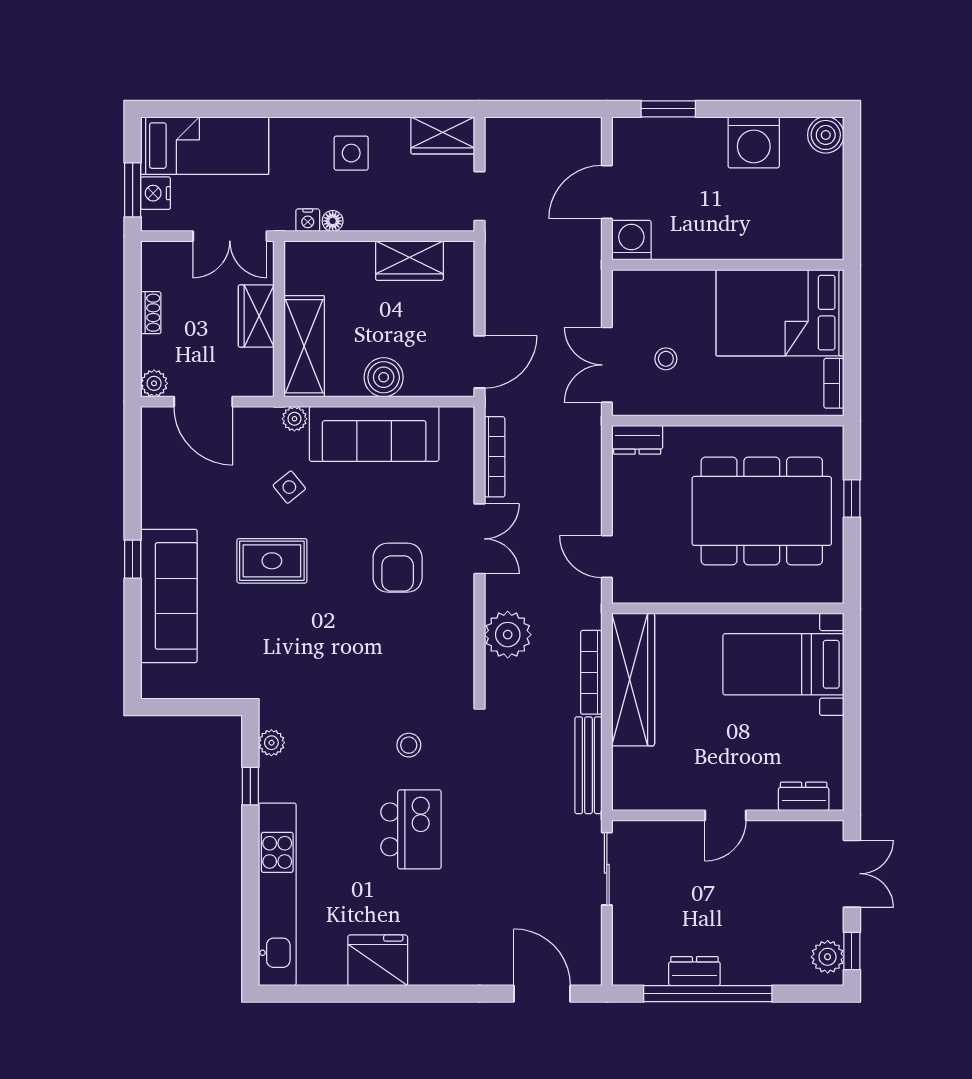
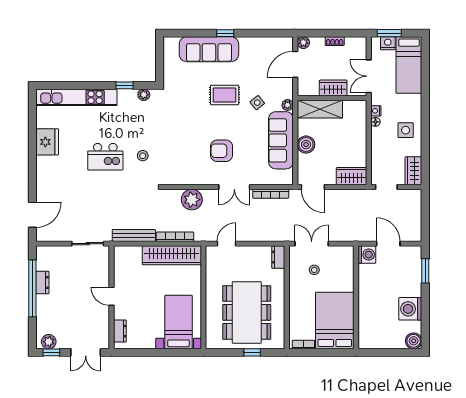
wardrobe: (410, 261) -> (352, 176), moved, turned 90
rug: (272, 561) -> (225, 95), turned 90

